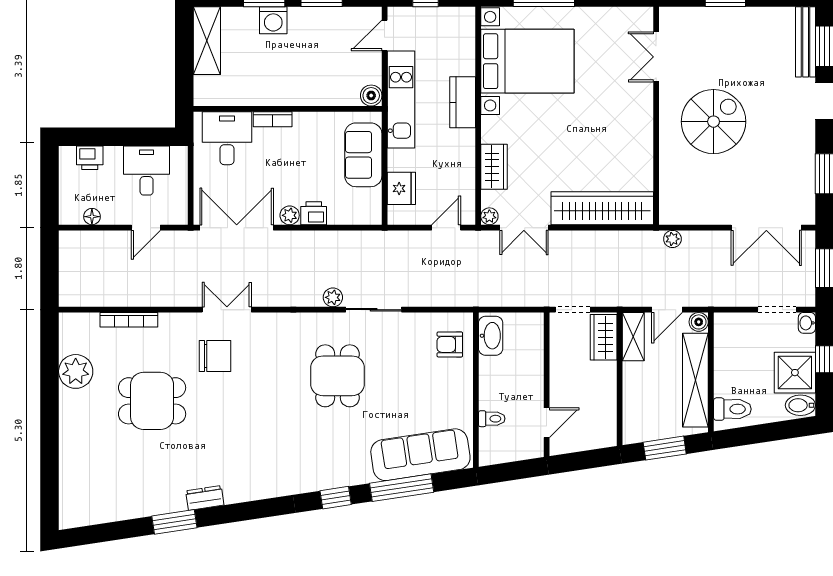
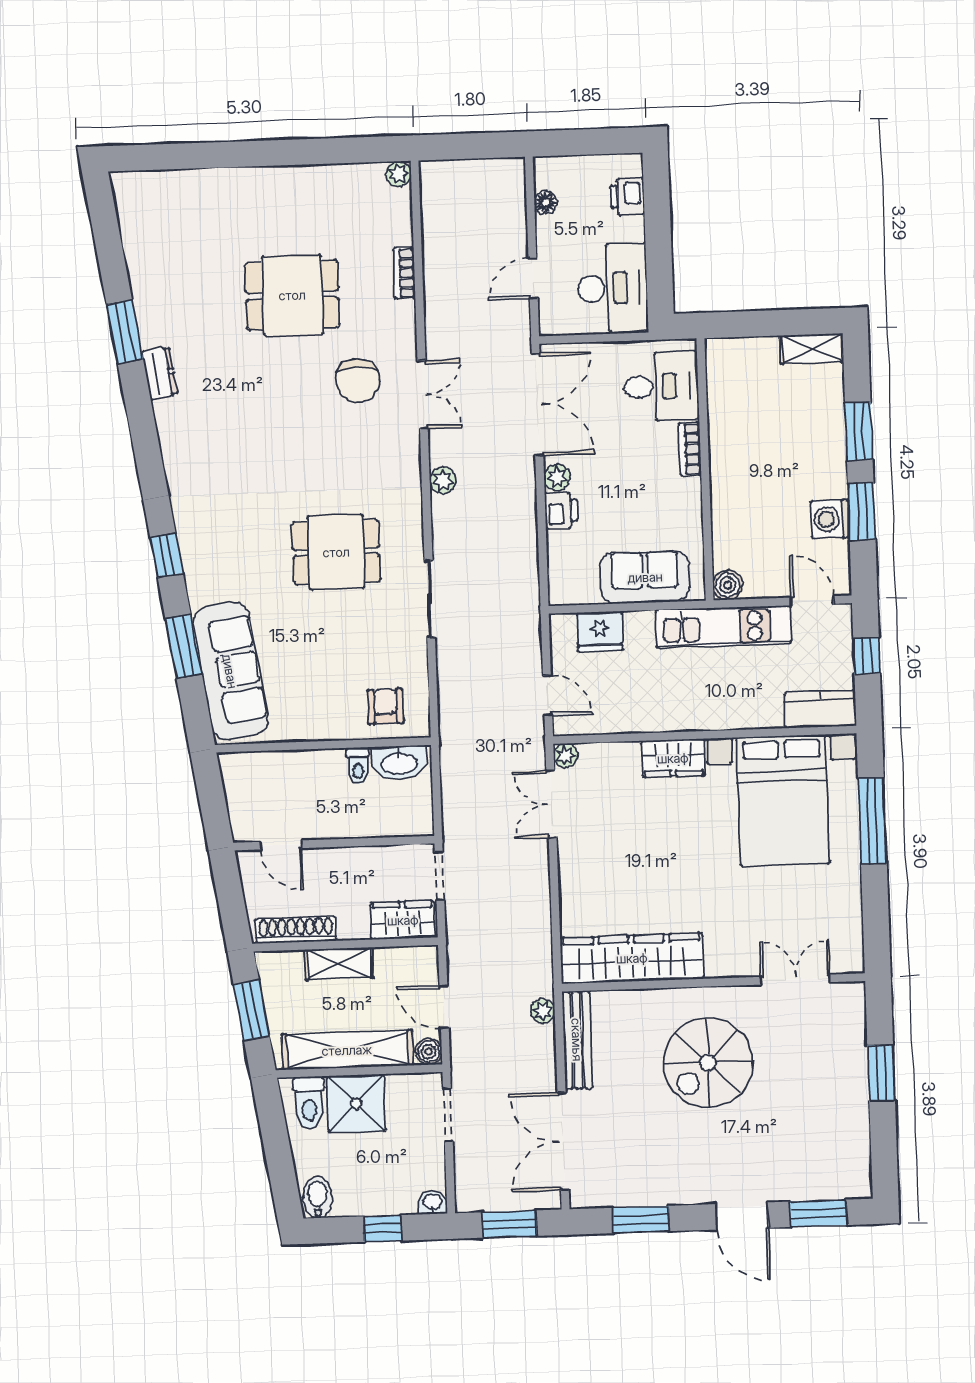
washing machine: (273, 20) -> (830, 519), moved
shelving: (207, 41) -> (812, 349), width x0.67, depth x0.75
bench: (806, 42) -> (577, 1040), moved, turned 90
kitchen counter: (463, 102) -> (820, 709), moved
spiral stairs: (714, 122) -> (708, 1063), turned 90
wardrobe: (494, 167) -> (673, 758), moved
desk: (147, 171) -> (613, 288), width x1.37
wardrobe: (602, 208) -> (632, 958), moved, turned -90
door: (146, 228) -> (533, 278), hinge flipped
plant: (333, 297) -> (443, 480), moved
doorway: (777, 310) -> (448, 1115), moved
bookcase: (129, 320) -> (404, 273), width x0.64
shelving: (633, 337) -> (339, 964), moved
plant: (76, 371) -> (399, 174), moved, width x0.53, depth x0.53
shower: (795, 373) -> (356, 1104), moved
dining table: (152, 401) -> (292, 295), turned 90
shoe rack: (608, 414) -> (296, 930), added
toilet: (492, 419) -> (358, 766), moved
window: (402, 488) -> (184, 646), width x0.69

